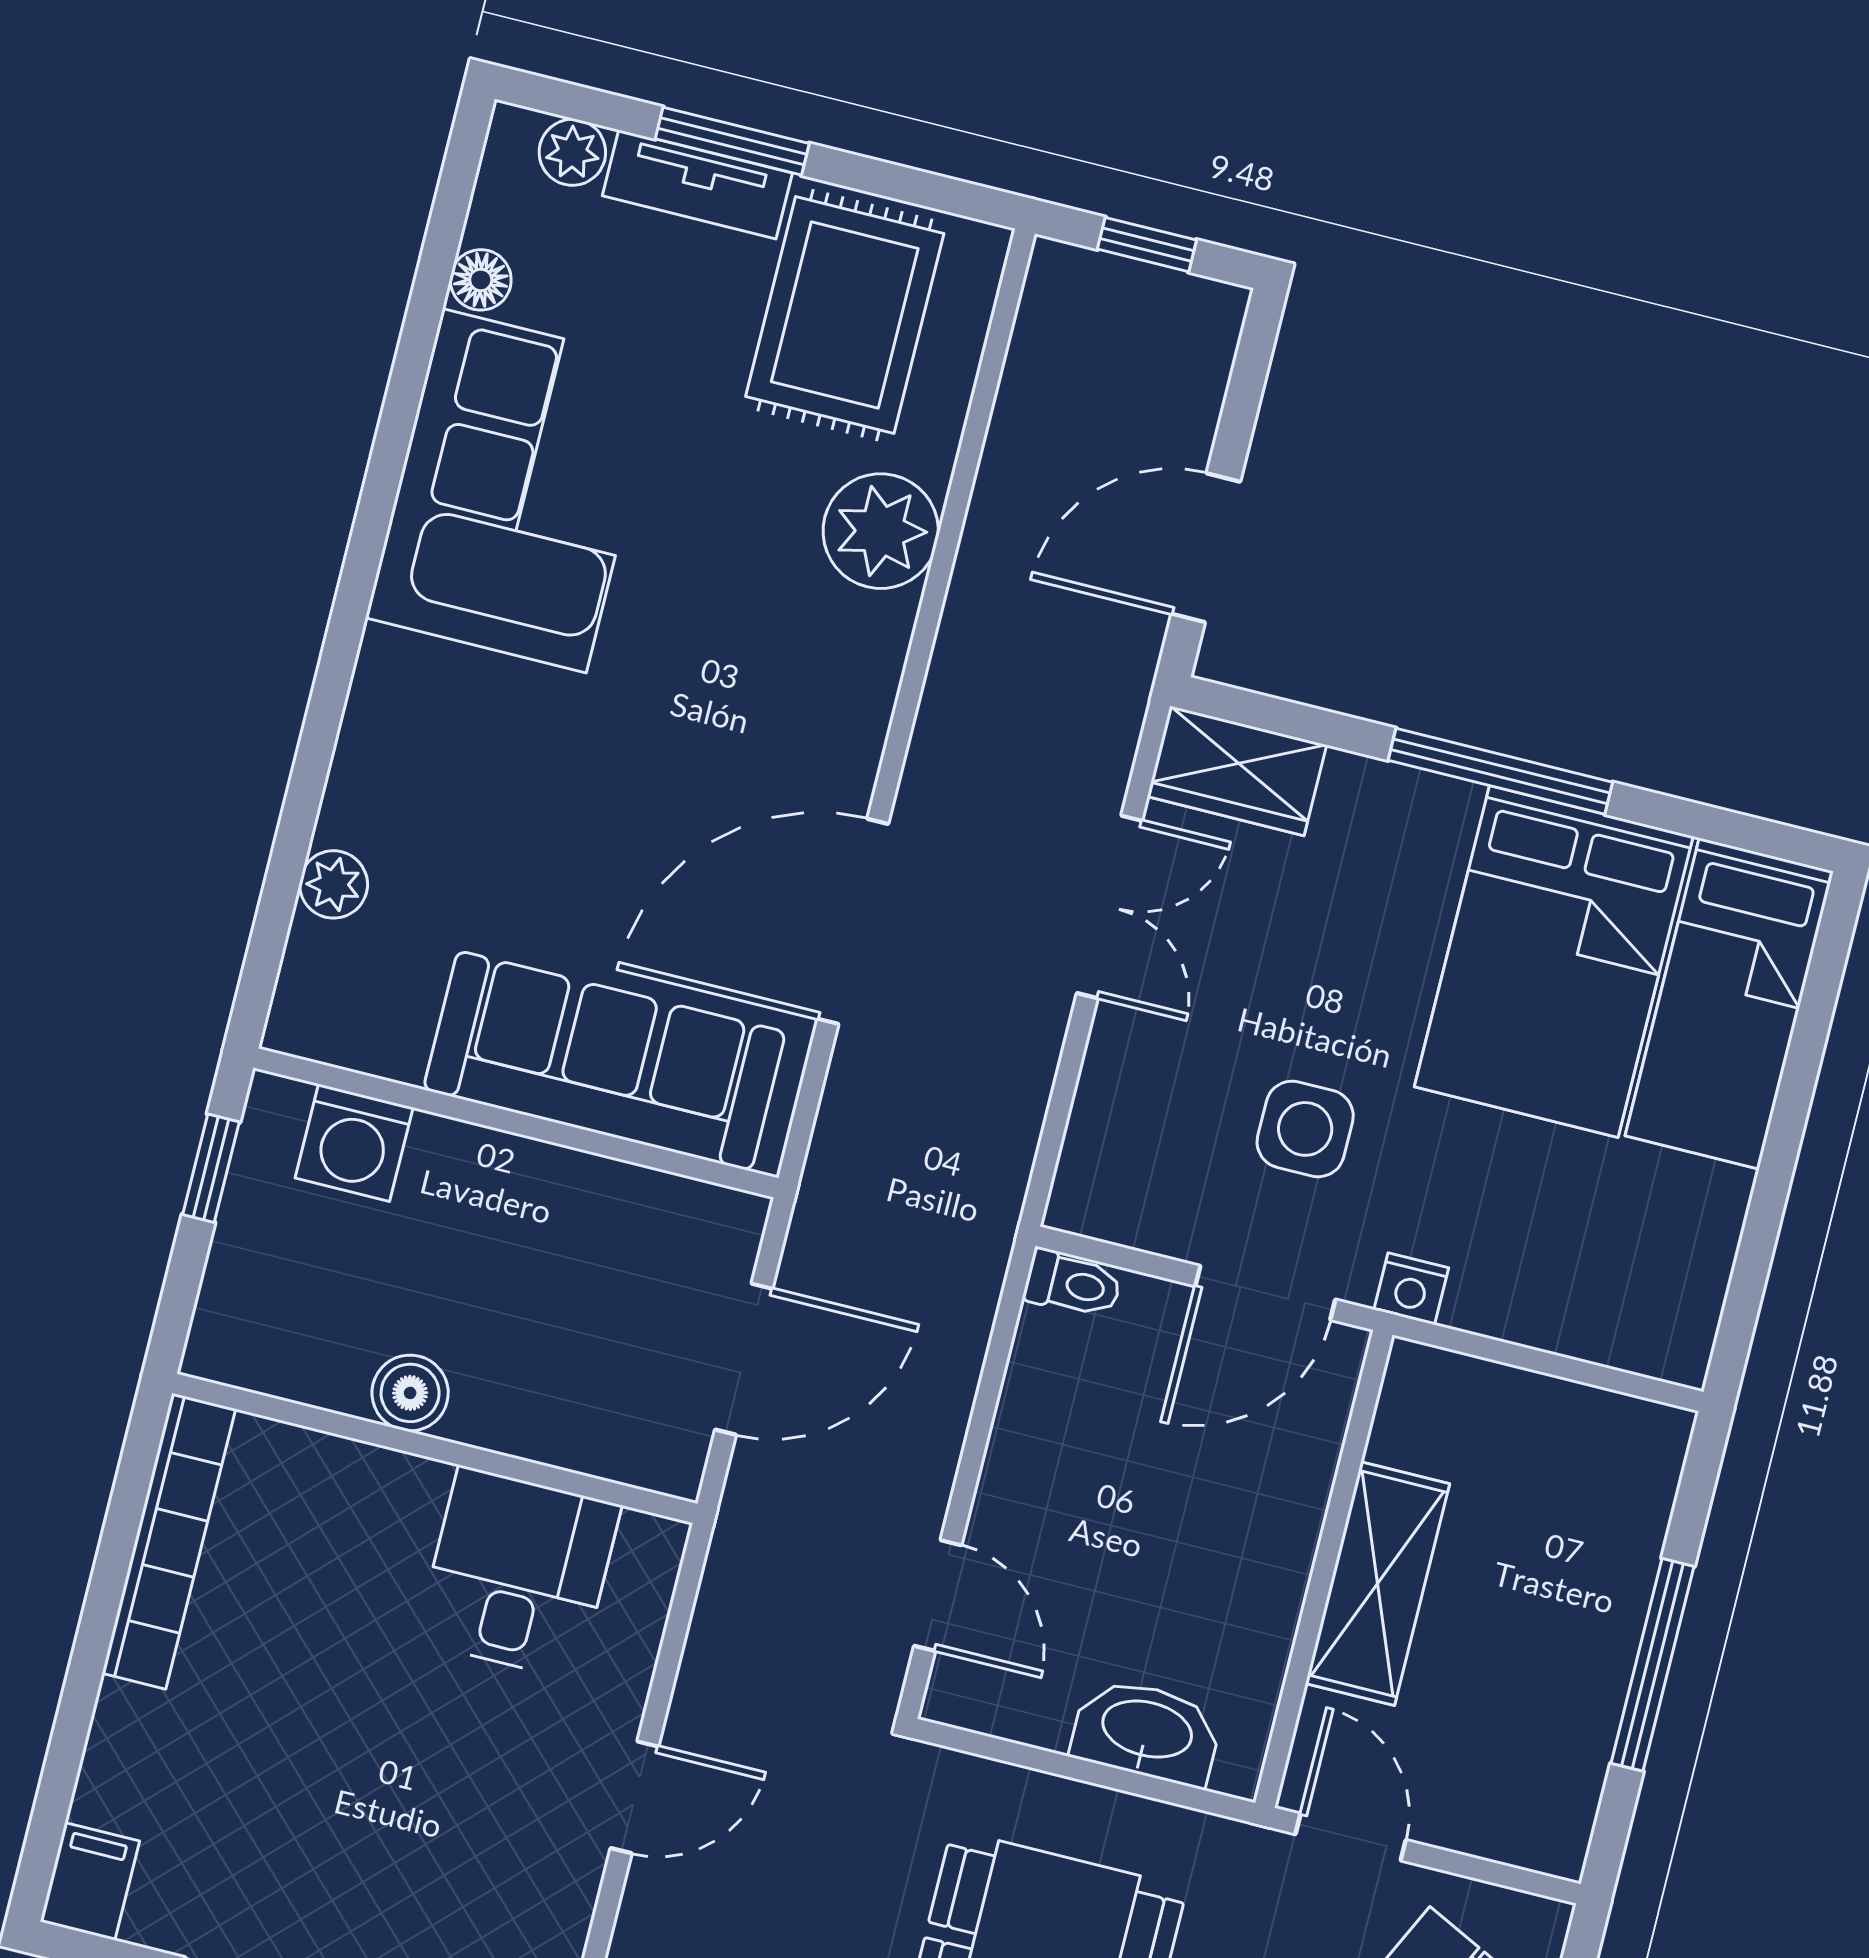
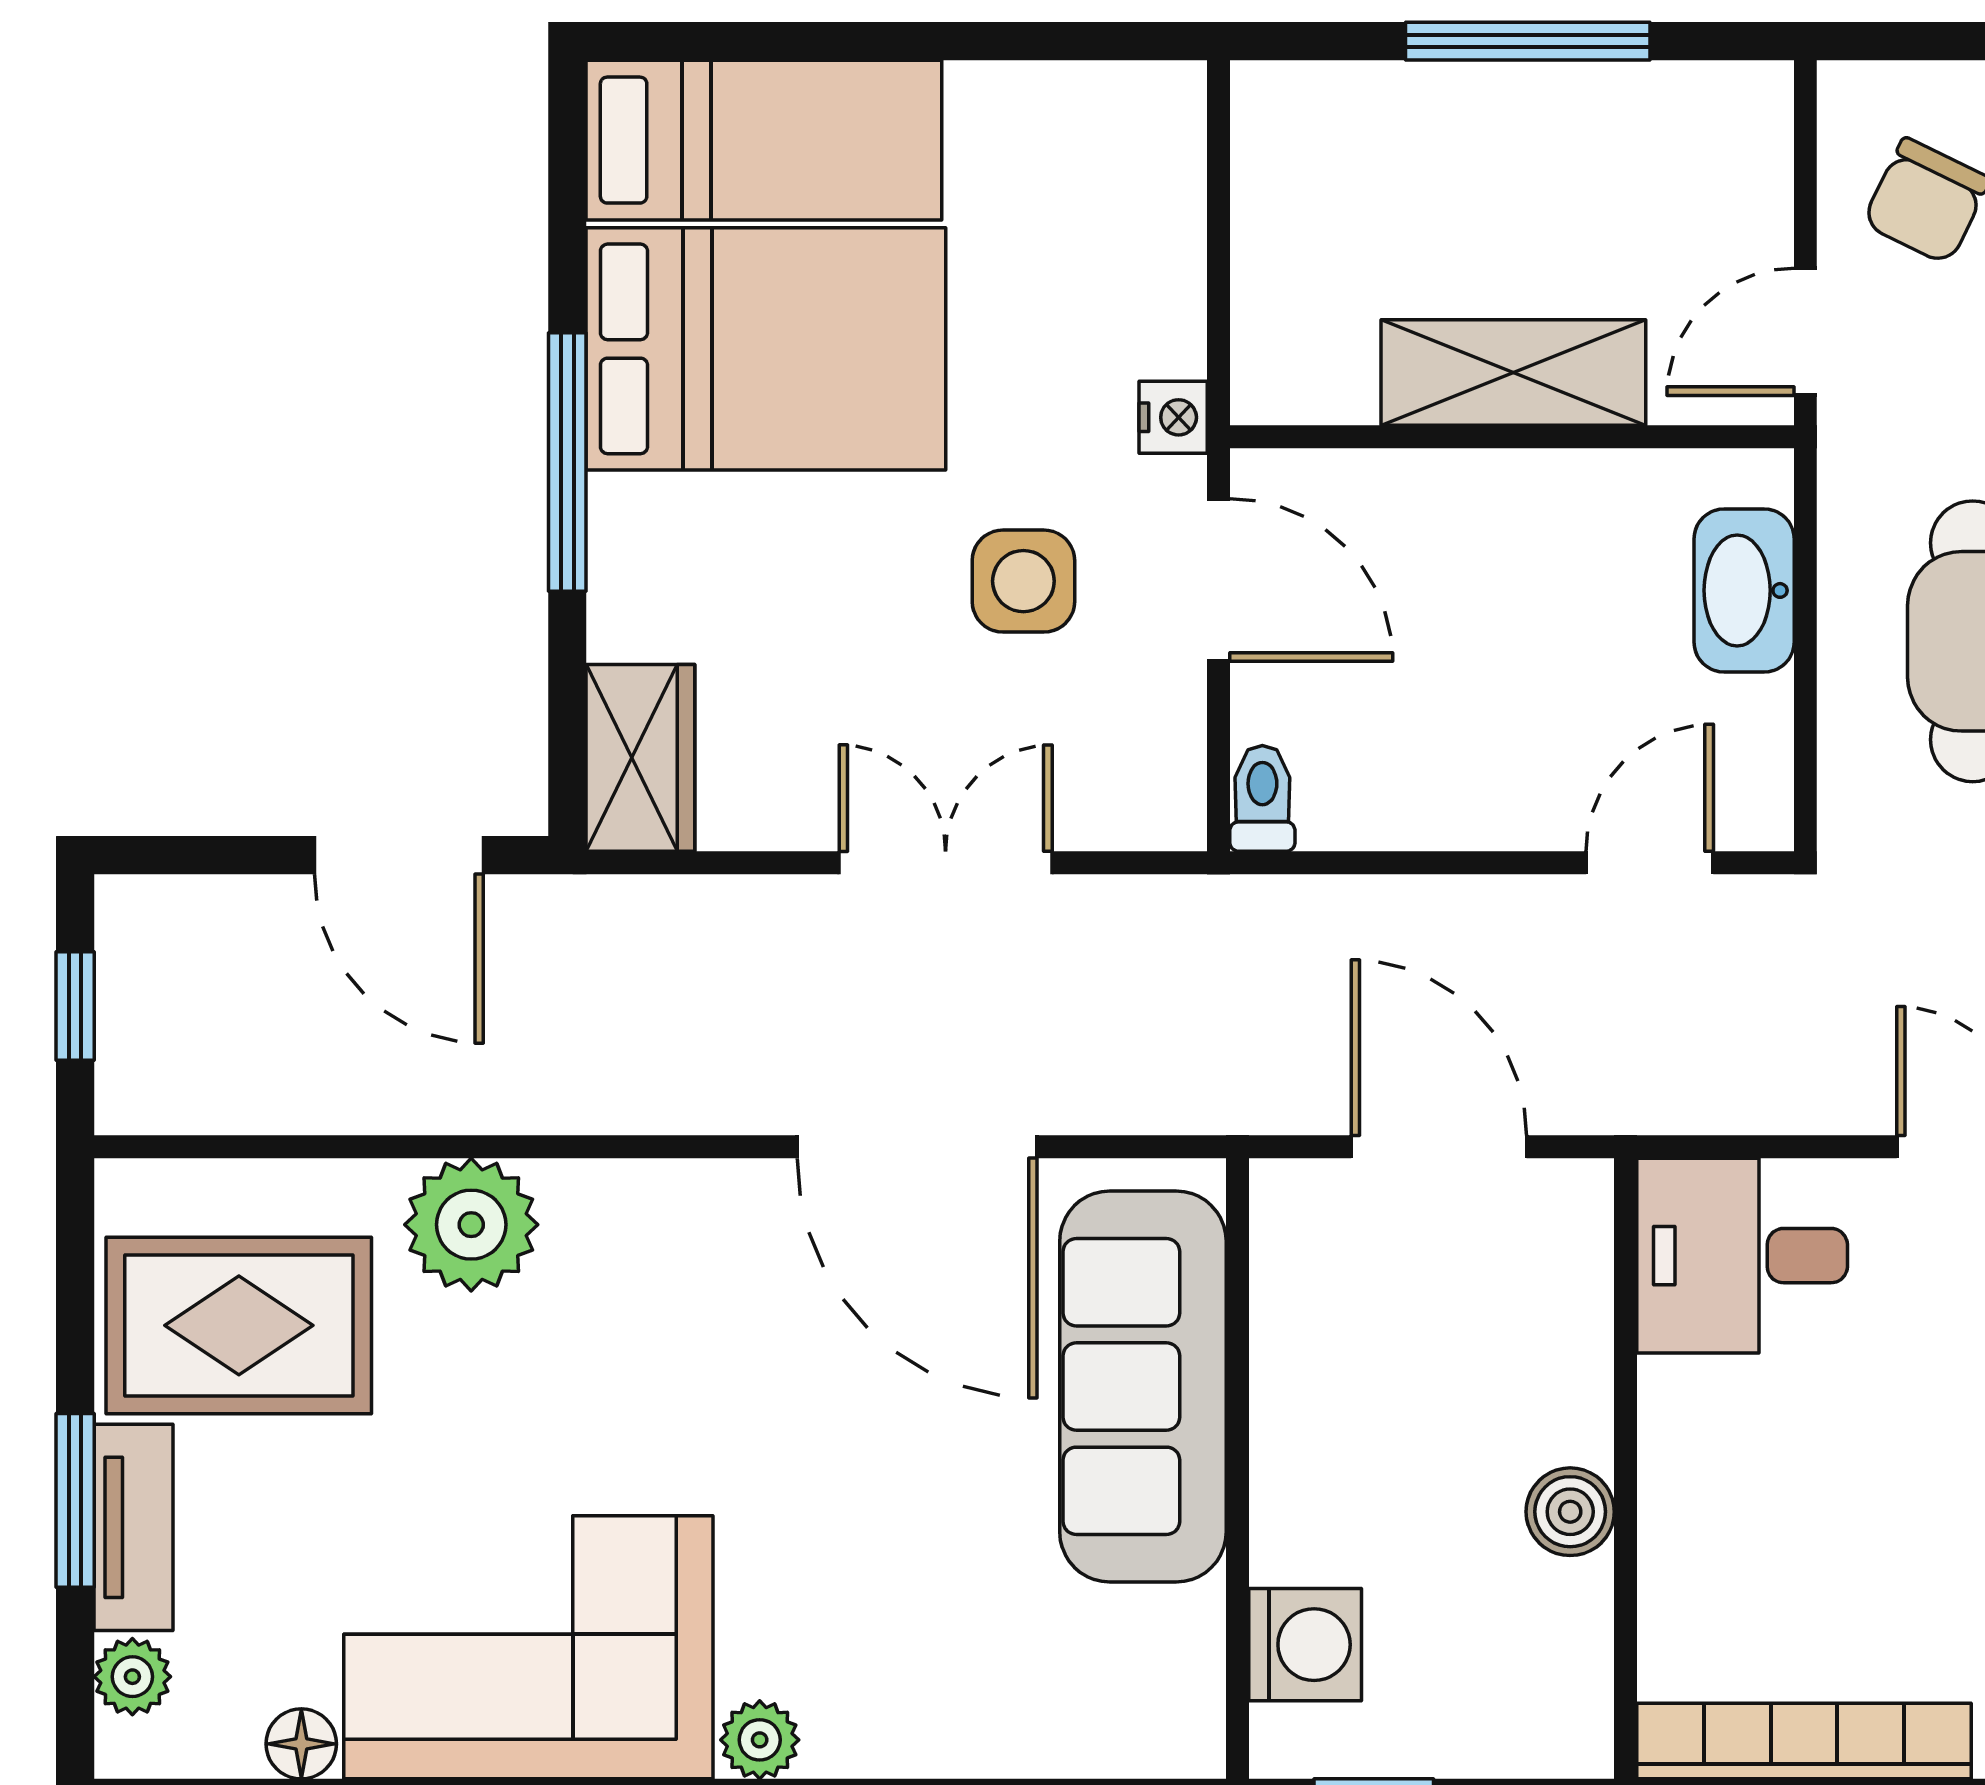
plant: (334, 884) -> (760, 1740), moved
double door: (1110, 907) -> (946, 863), moved
desk: (518, 1573) -> (1742, 1256), moved

